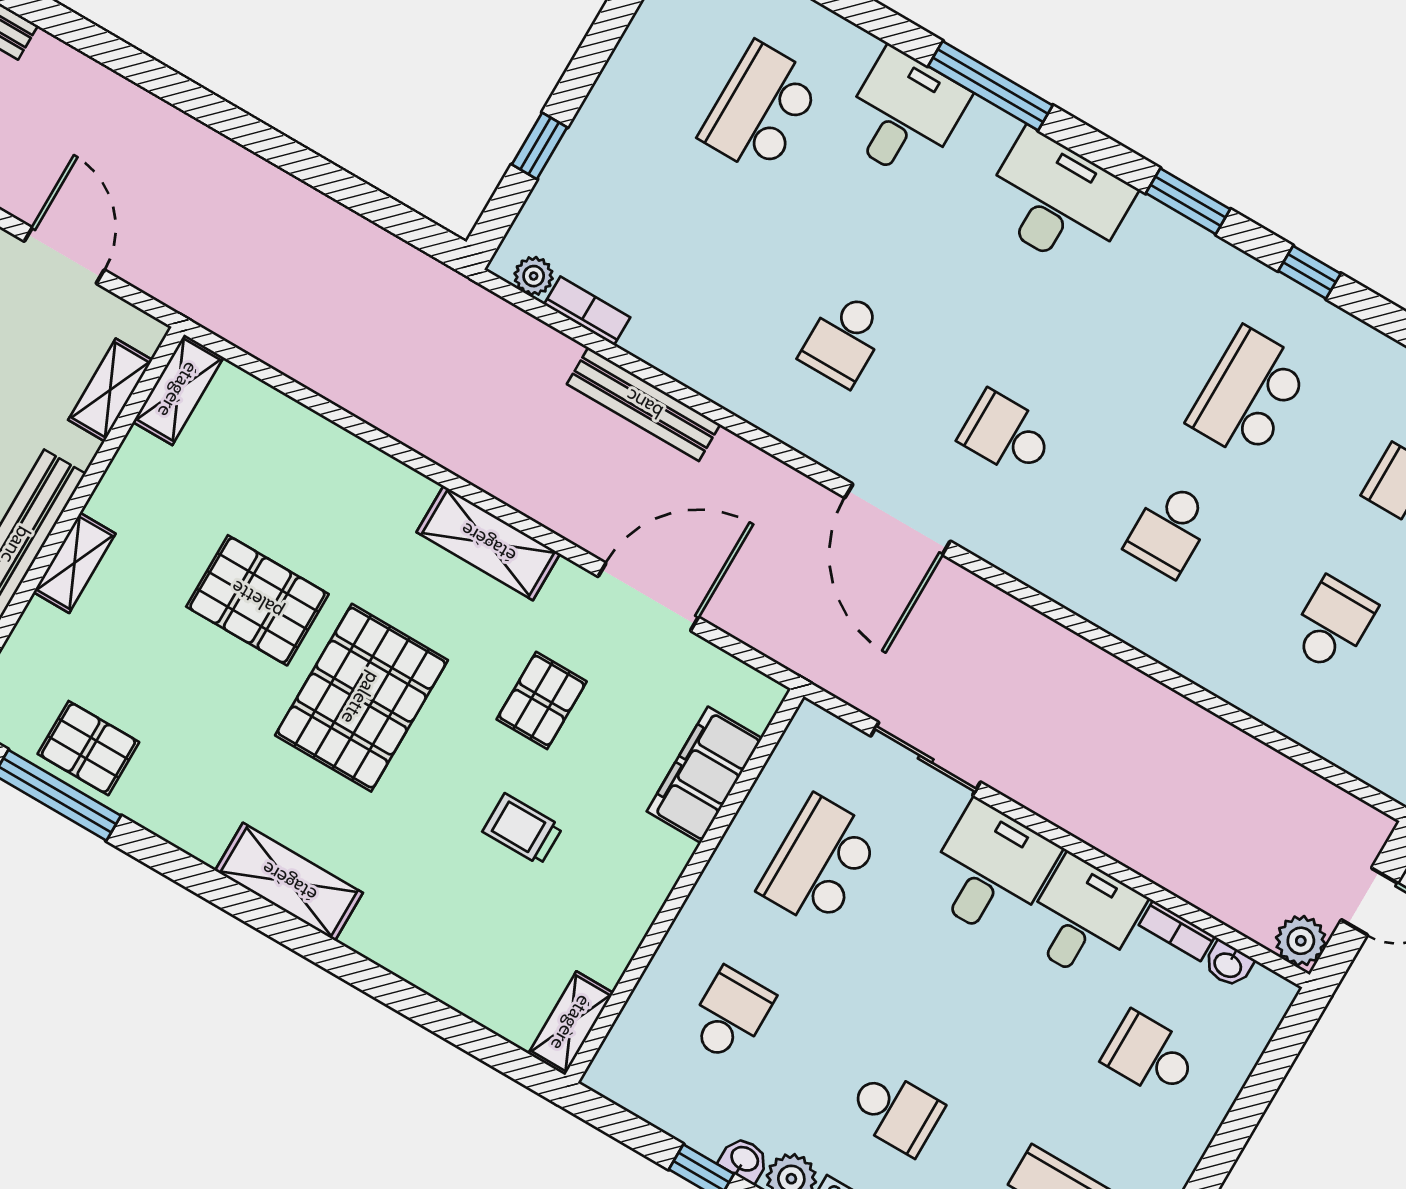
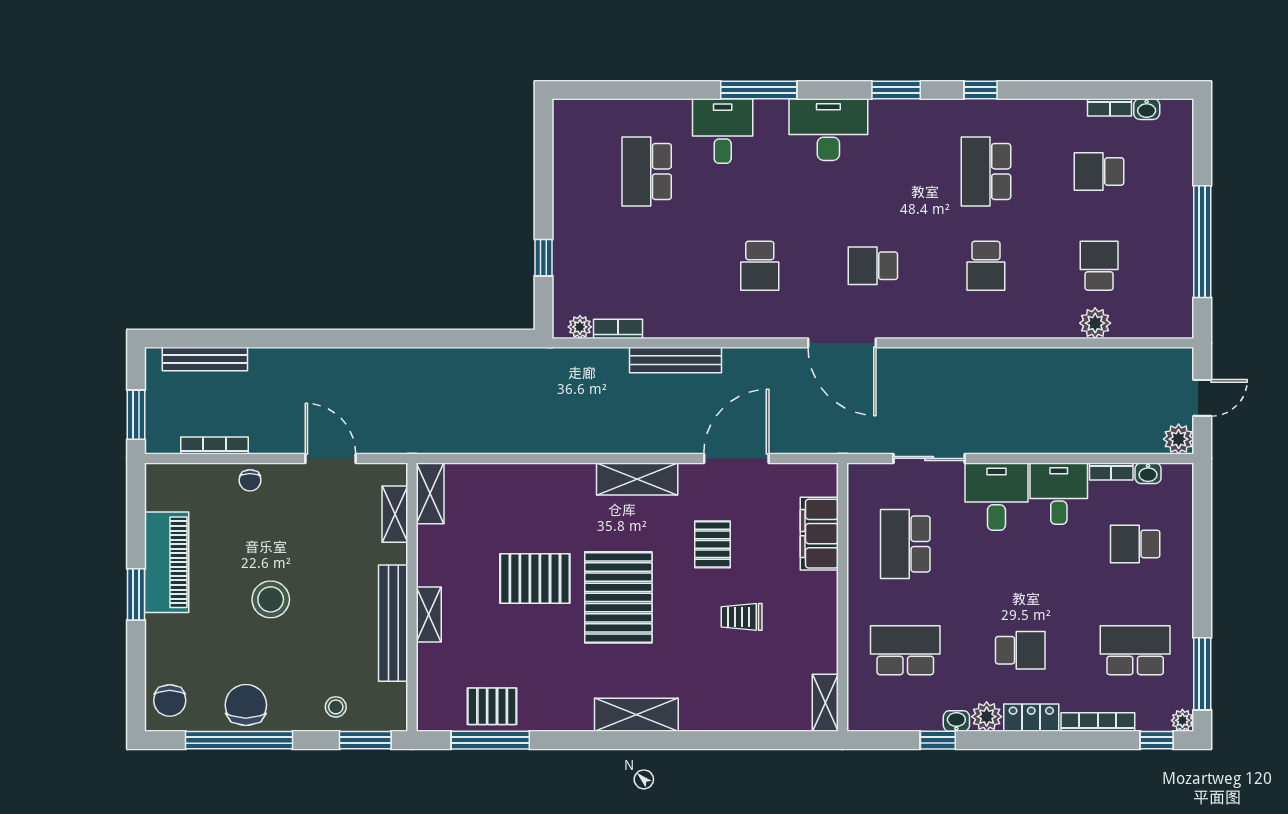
plant: (1278, 704) -> (1095, 323), added
school desk: (730, 1015) -> (905, 650), width x1.85

